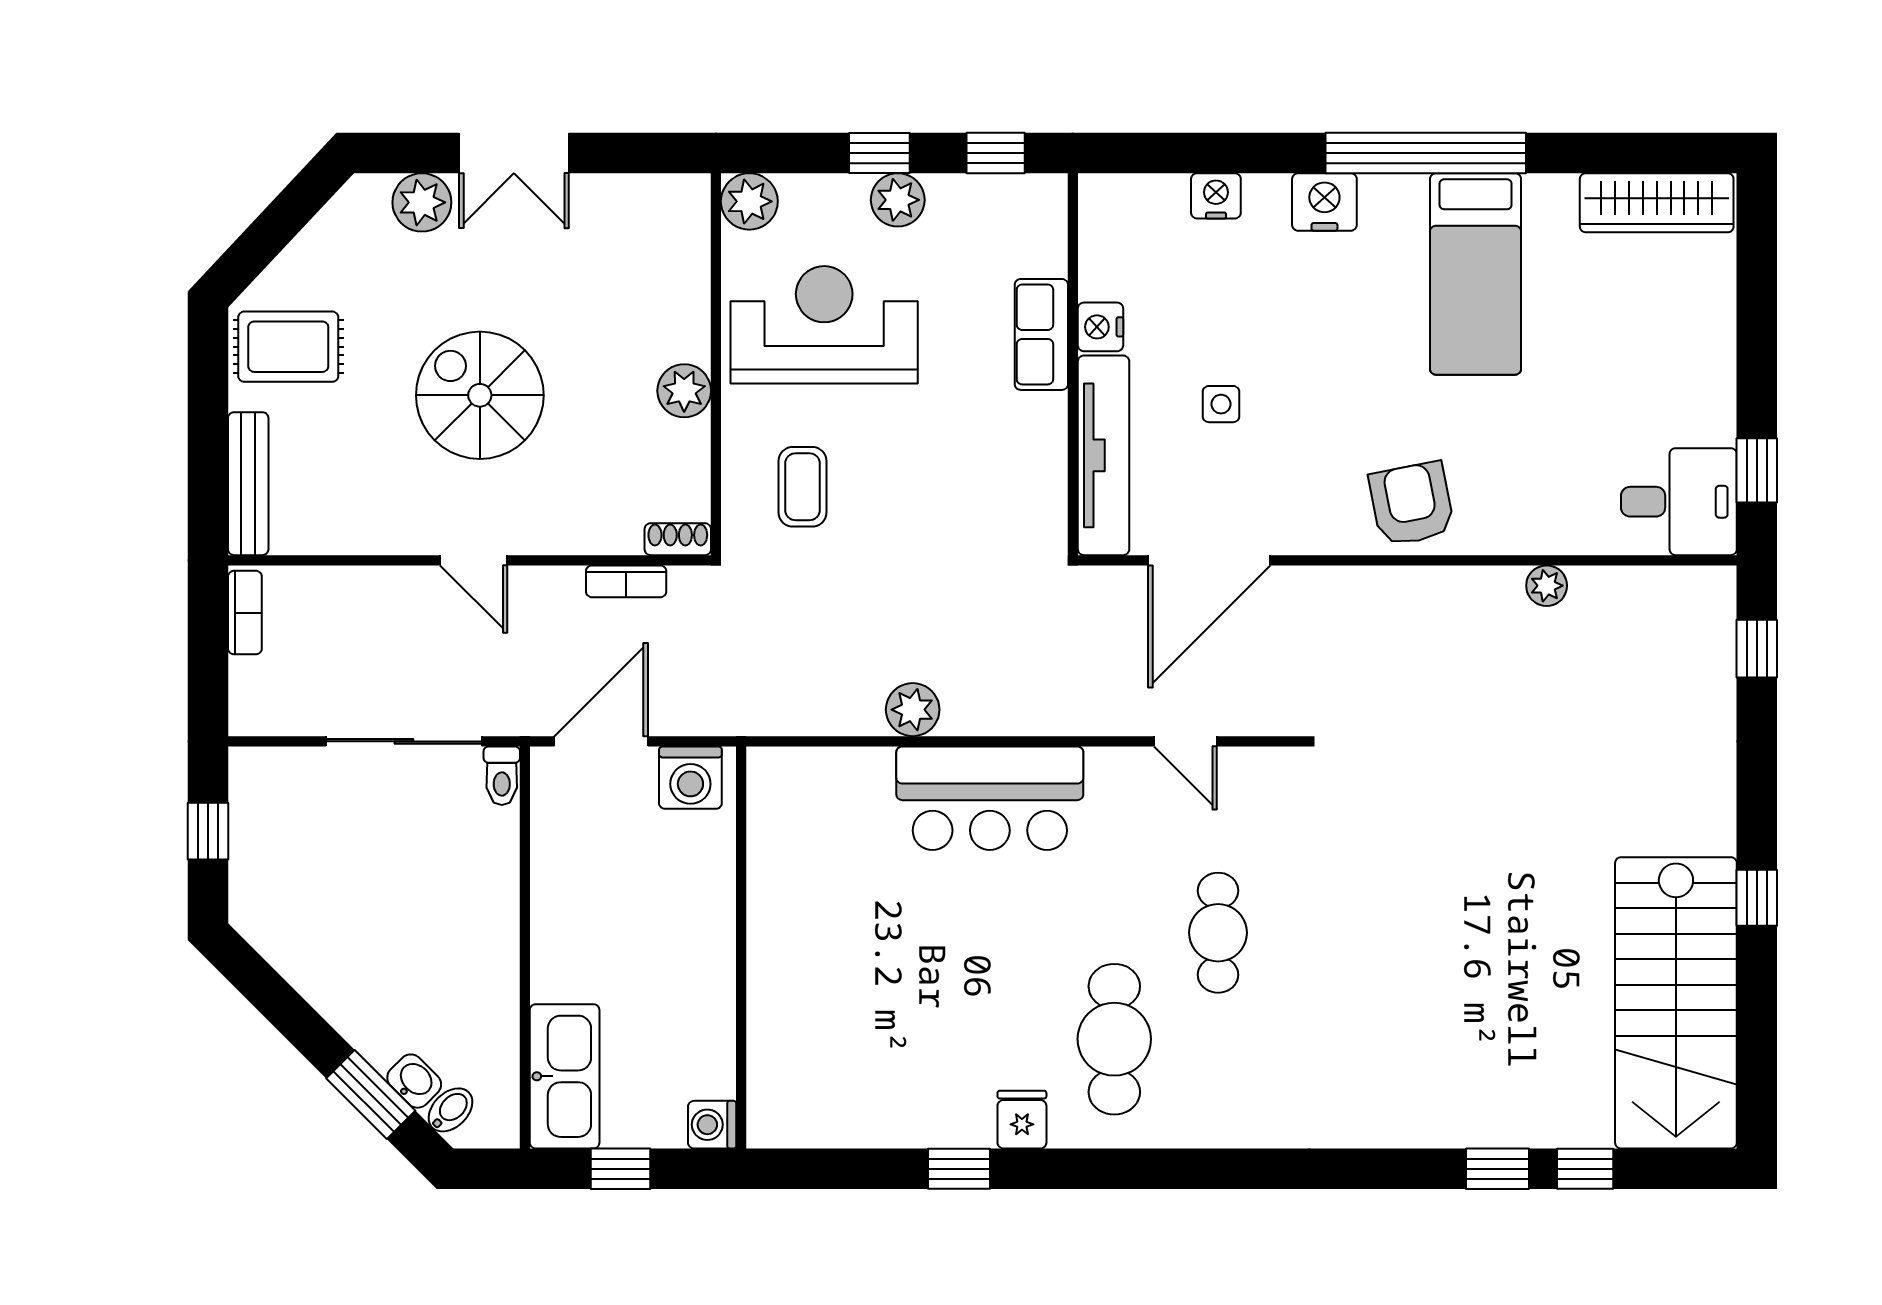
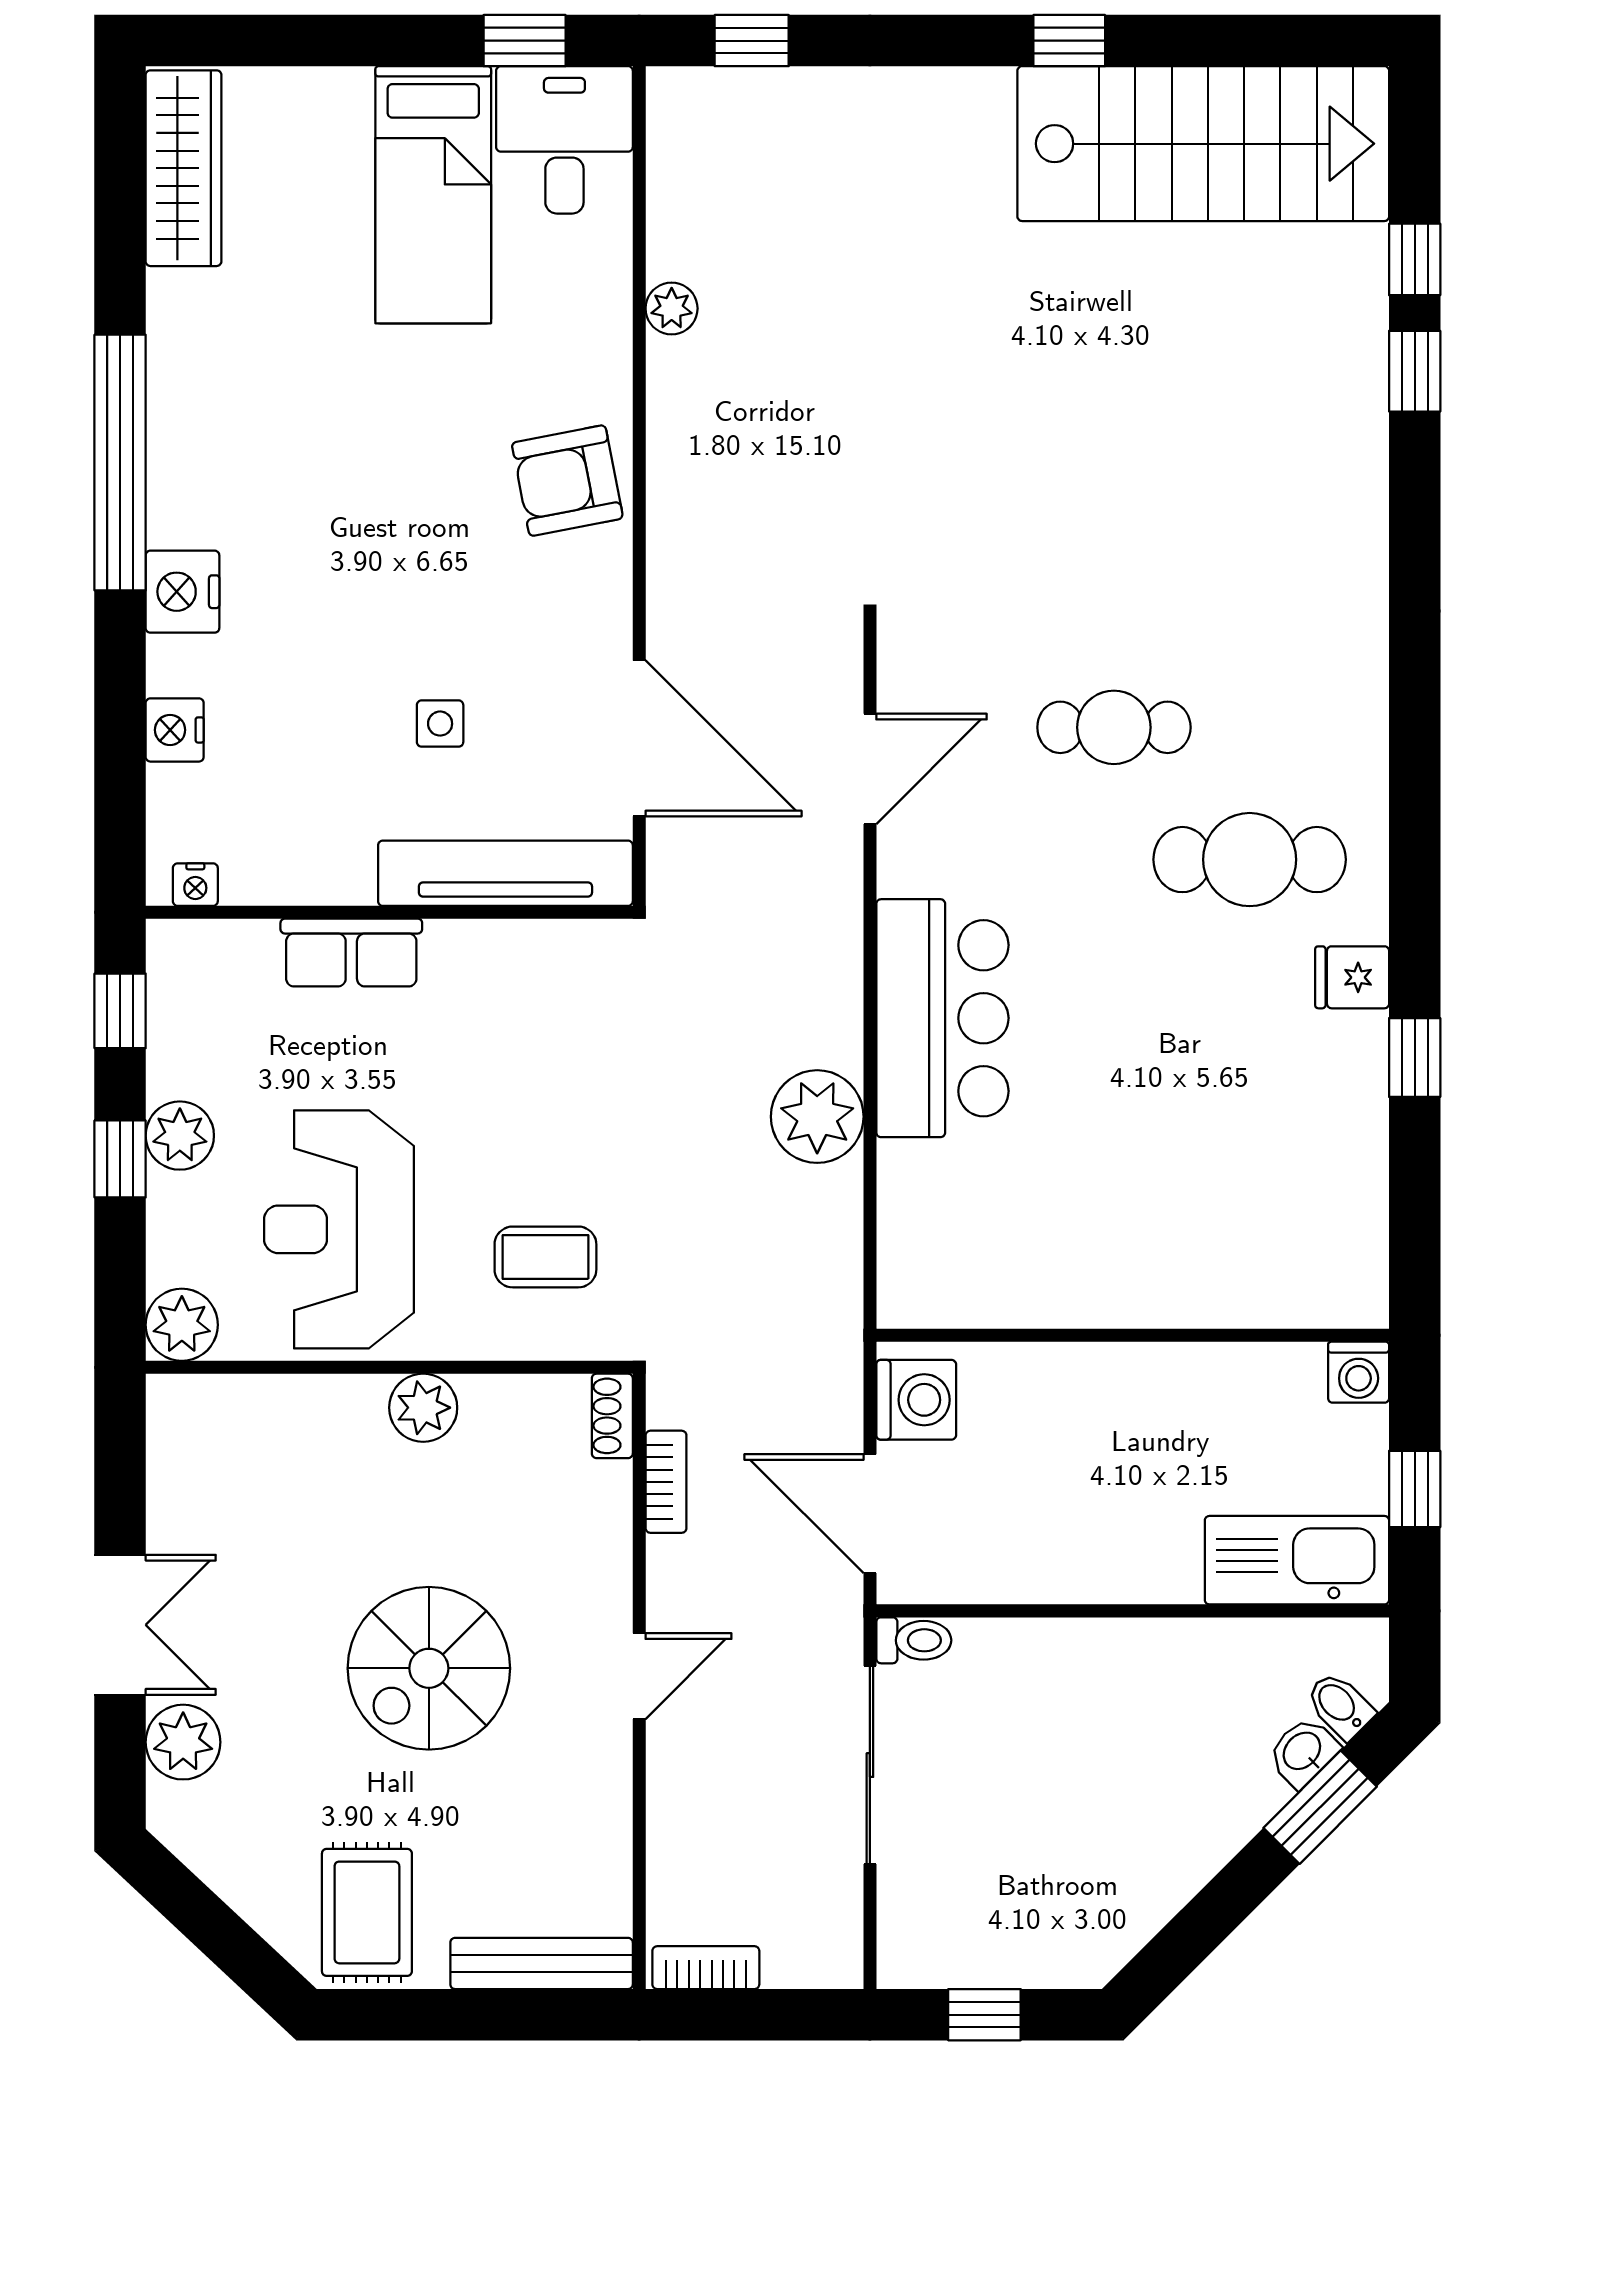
bed: (1476, 274) -> (433, 195), moved, turned 90
nightstand: (1100, 327) -> (195, 885), moved, width x0.72, depth x0.74
plant: (913, 710) -> (817, 1117), width x1.36, depth x1.36
door: (1185, 741) -> (870, 769), width x1.38

